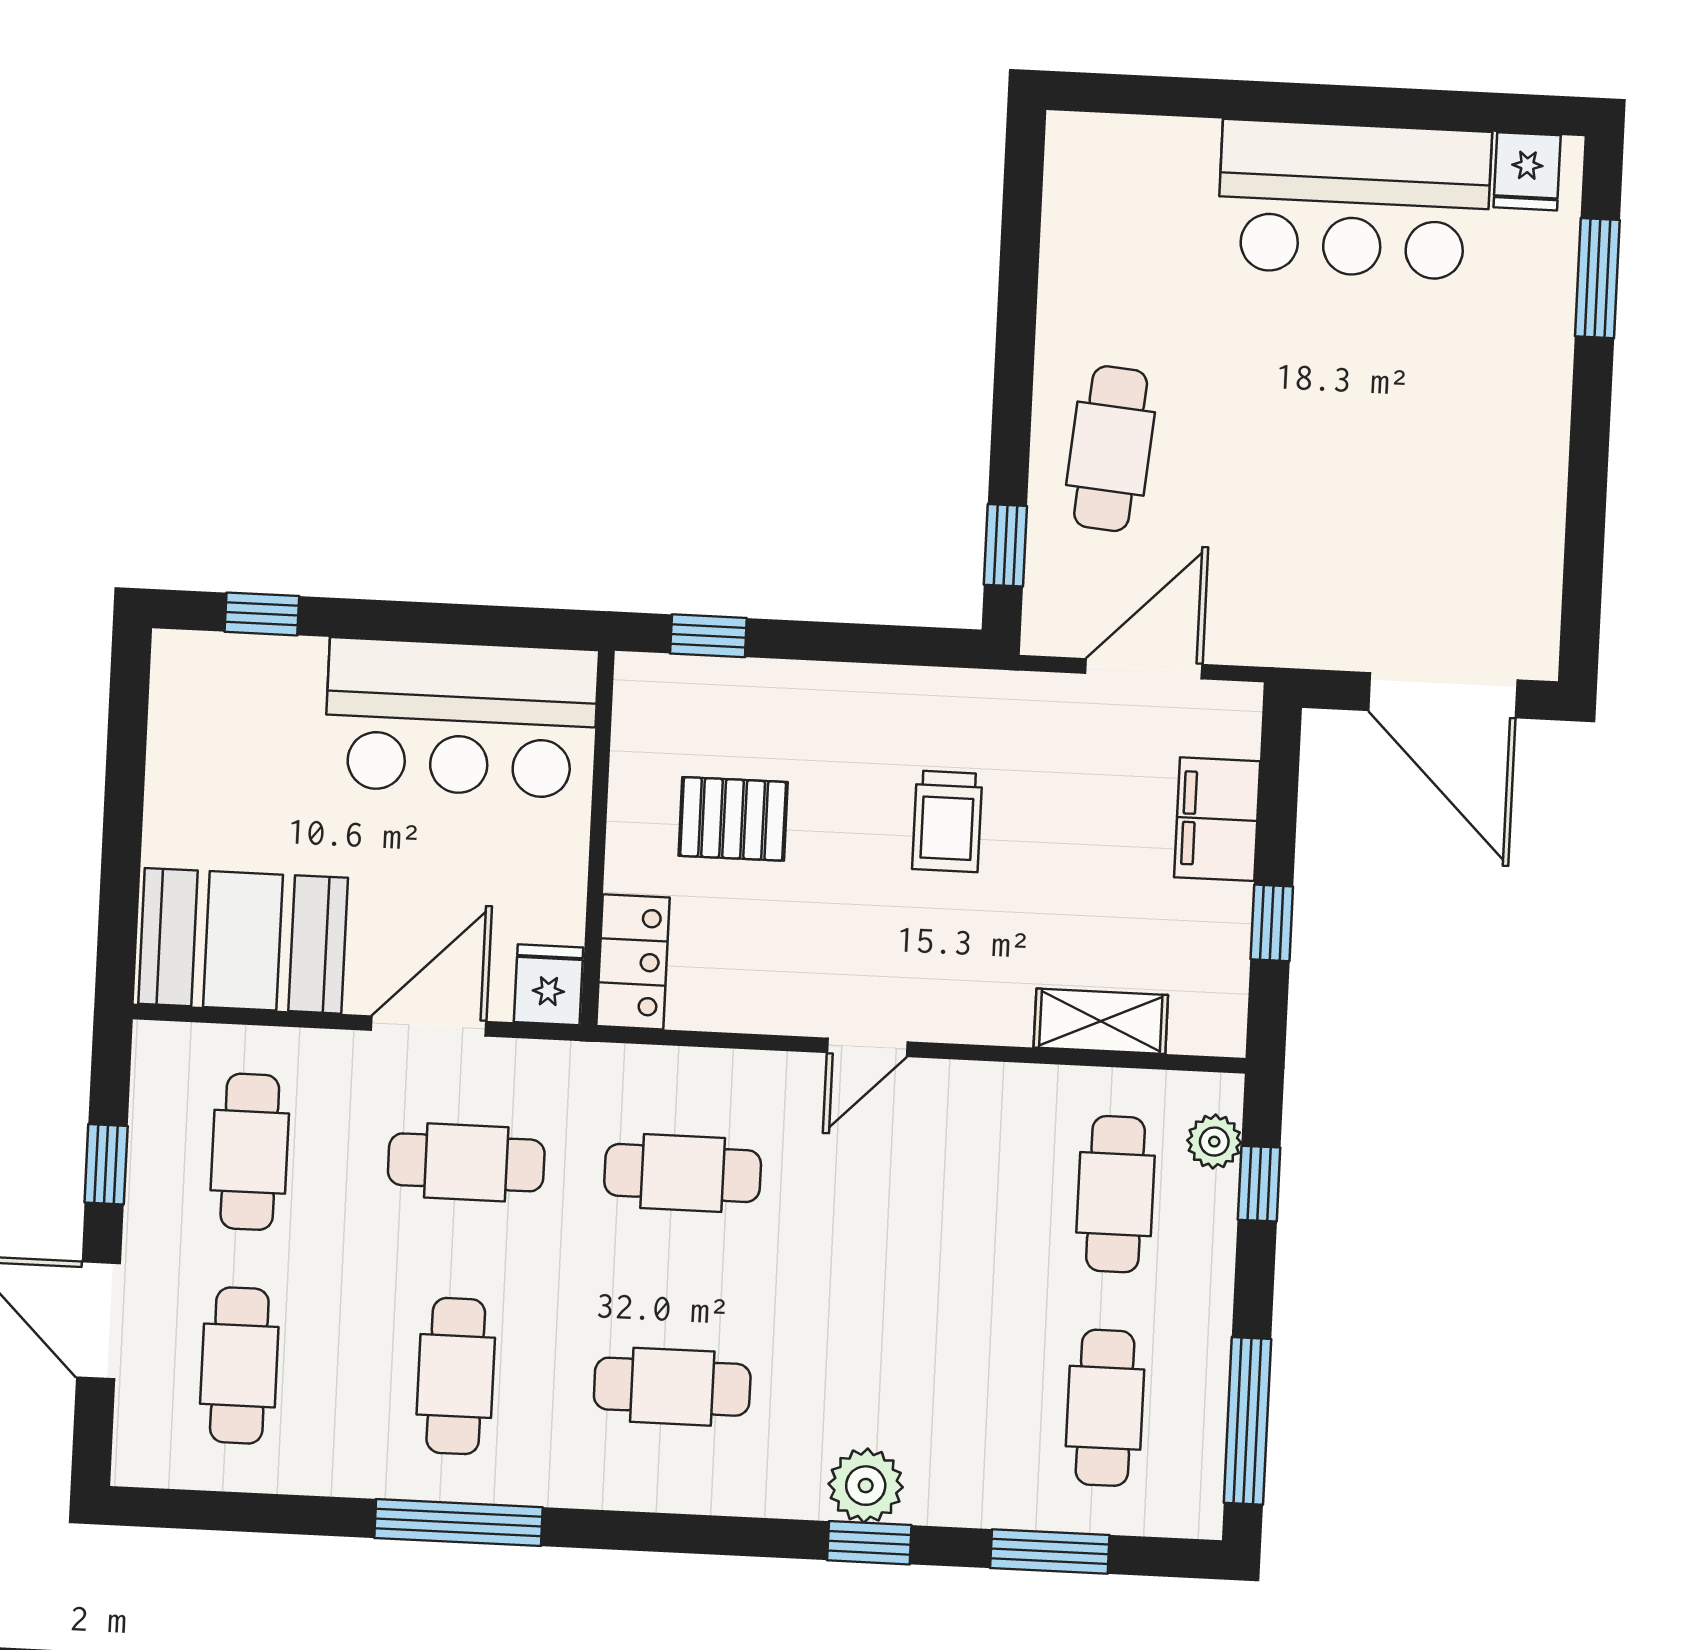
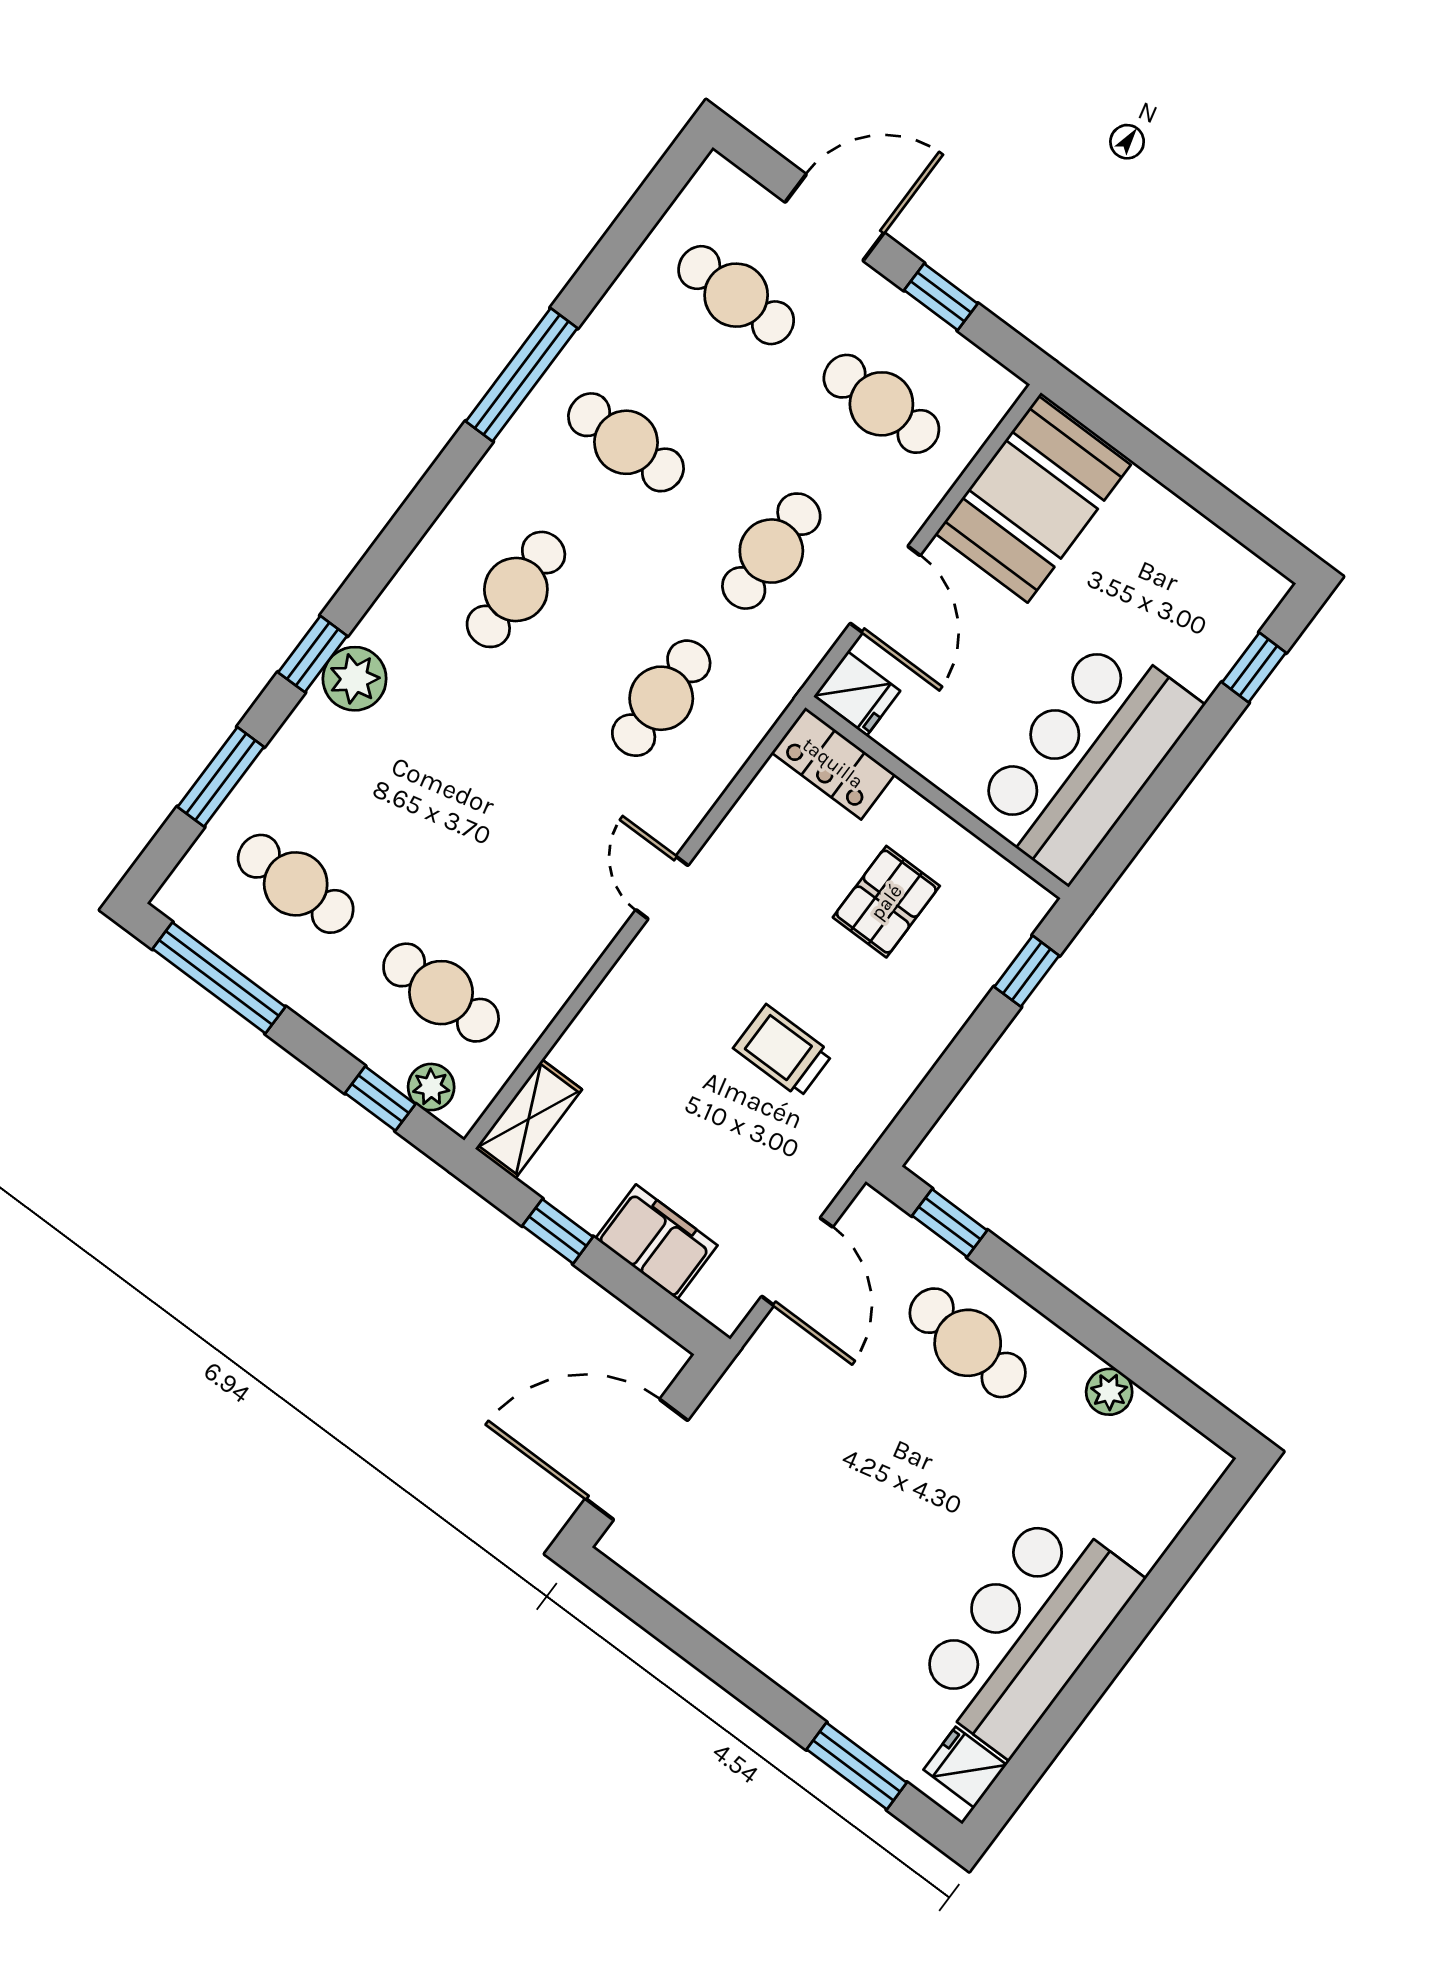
plant: (1065, 278) -> (1109, 1392), added
shelving: (1101, 1021) -> (529, 1119), moved

